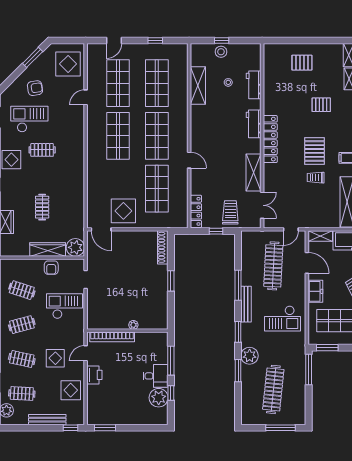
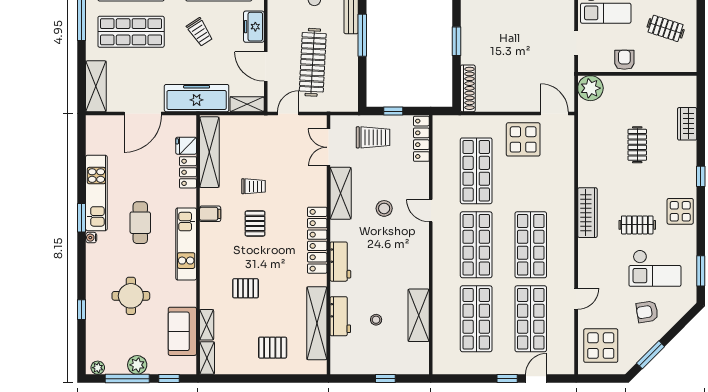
window: (155, 41) -> (507, 379), moved
stool: (221, 52) -> (384, 208), moved
shelving: (270, 80) -> (317, 323), added
pallet: (314, 151) -> (255, 224), width x0.67, depth x0.71
trolley: (230, 212) -> (373, 137), turned -90
wardrobe: (48, 250) -> (587, 213), moved, turned -90

